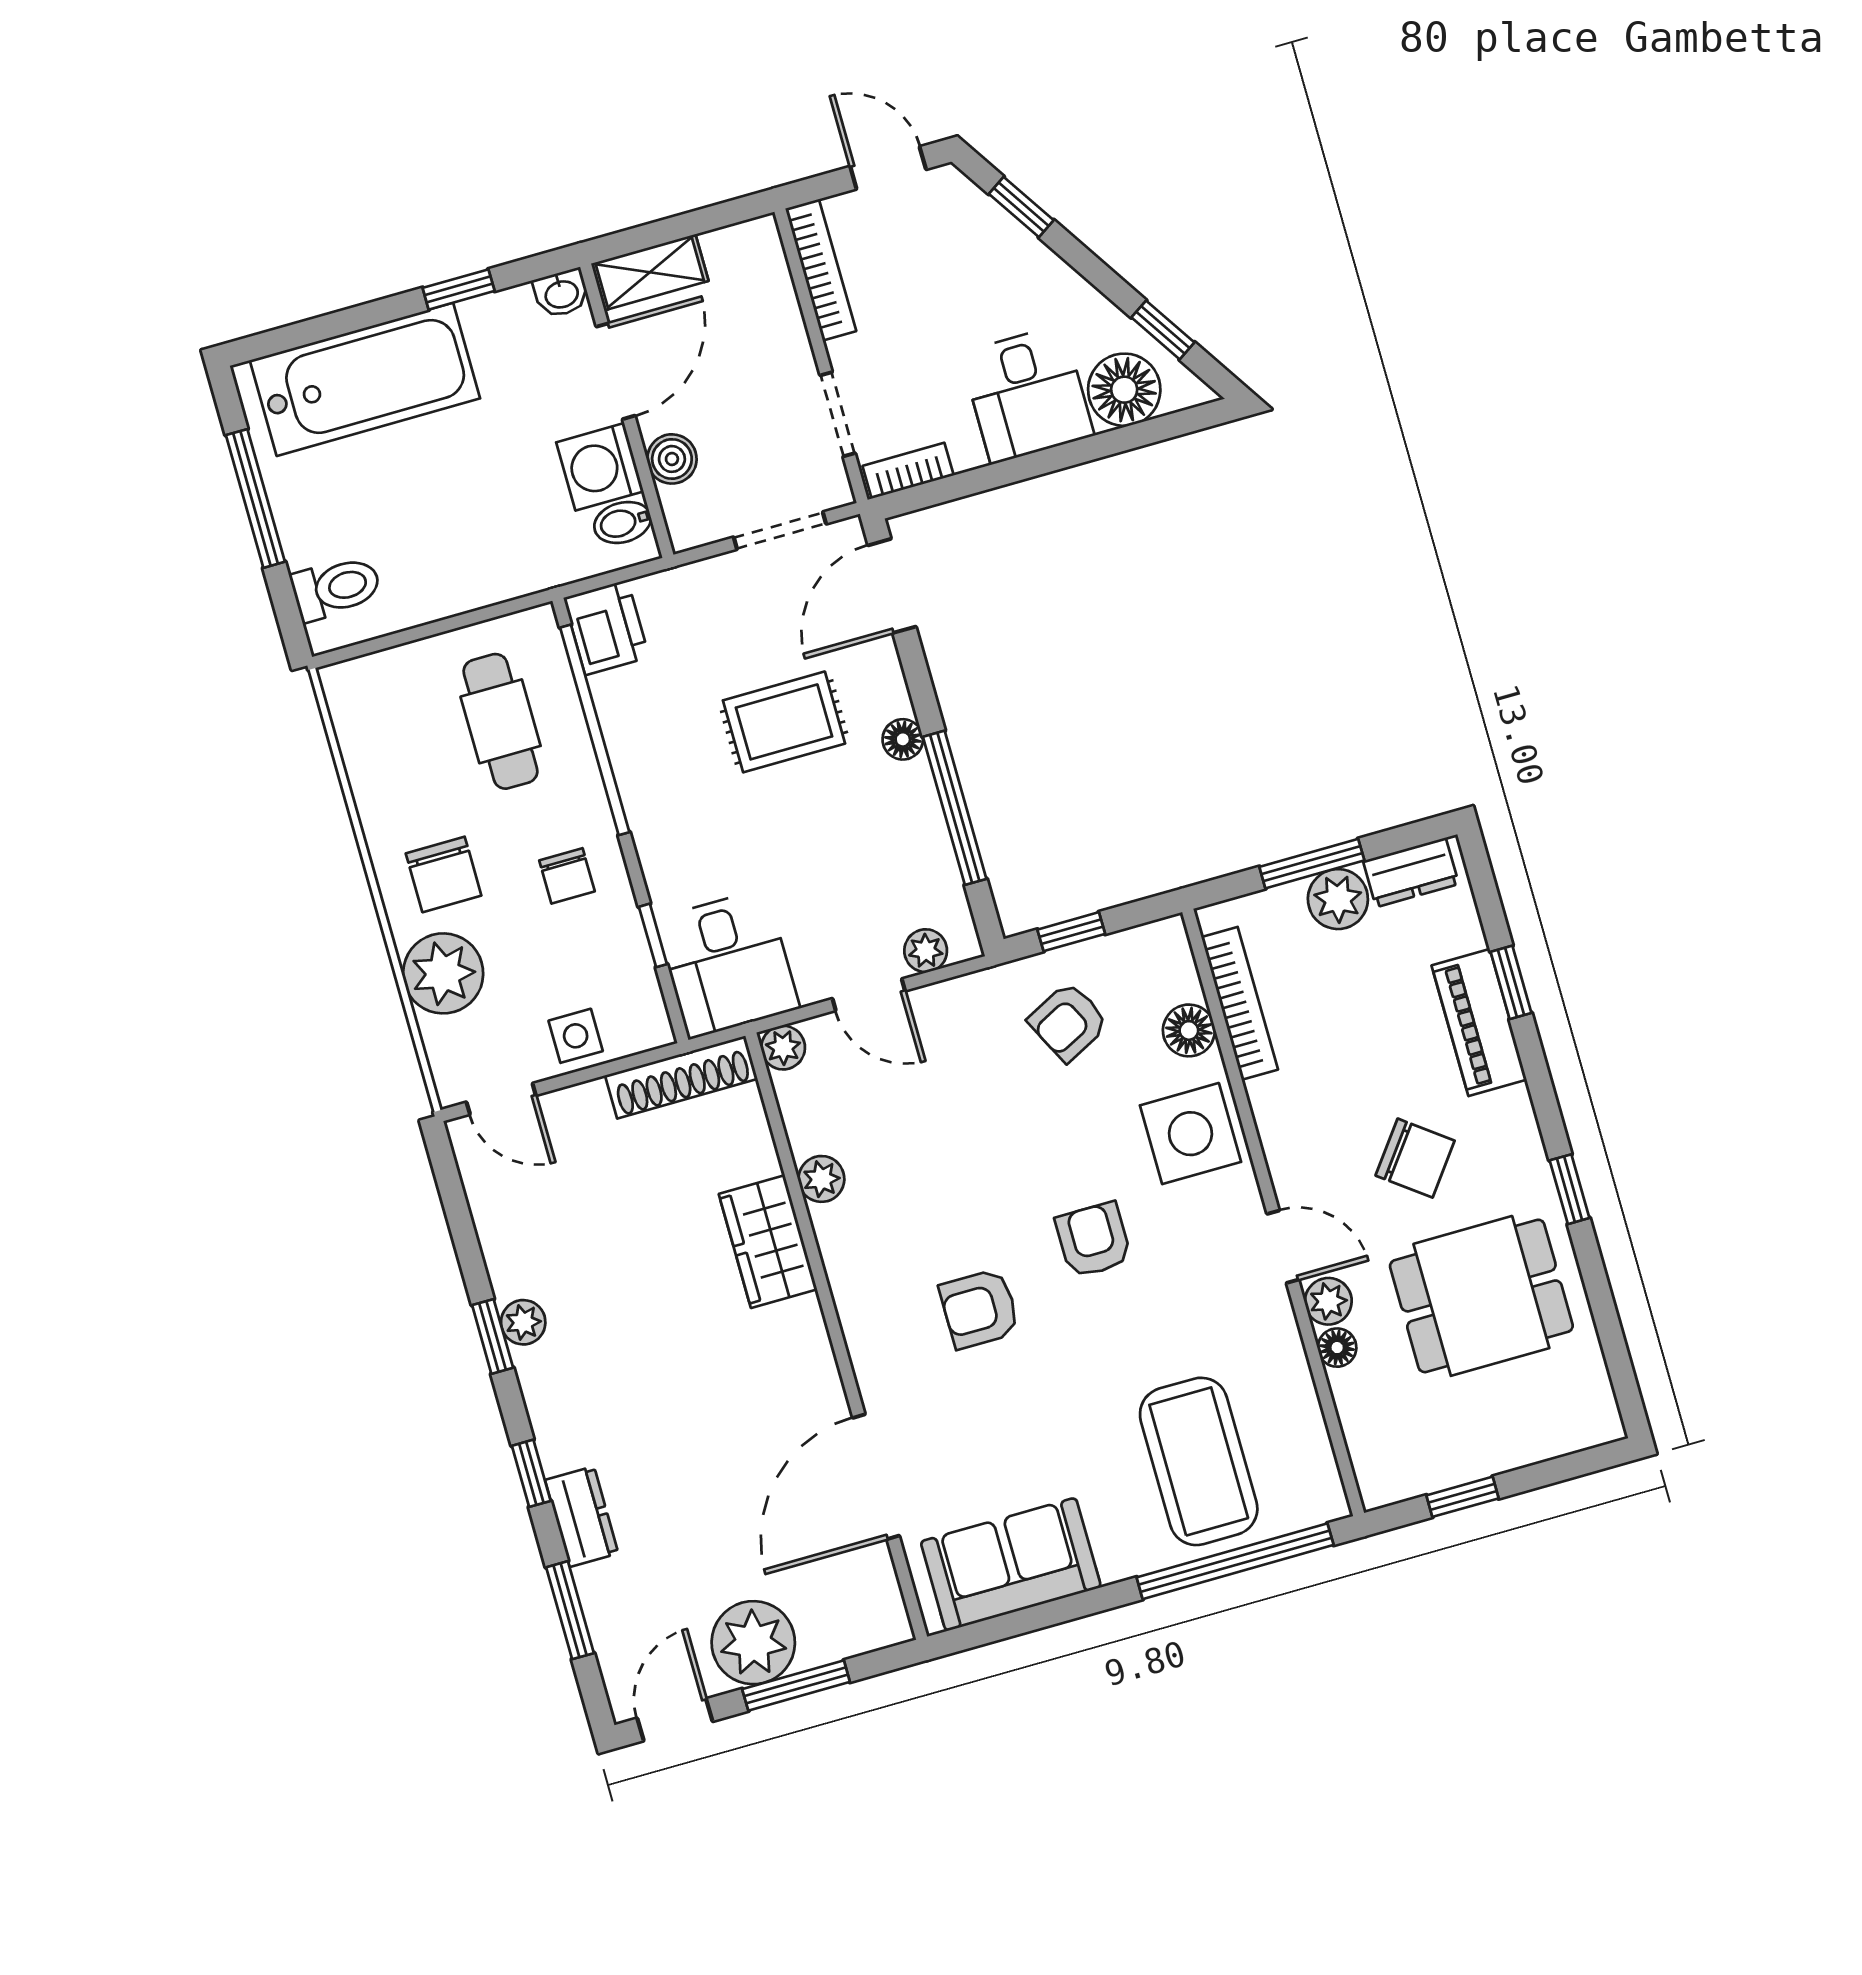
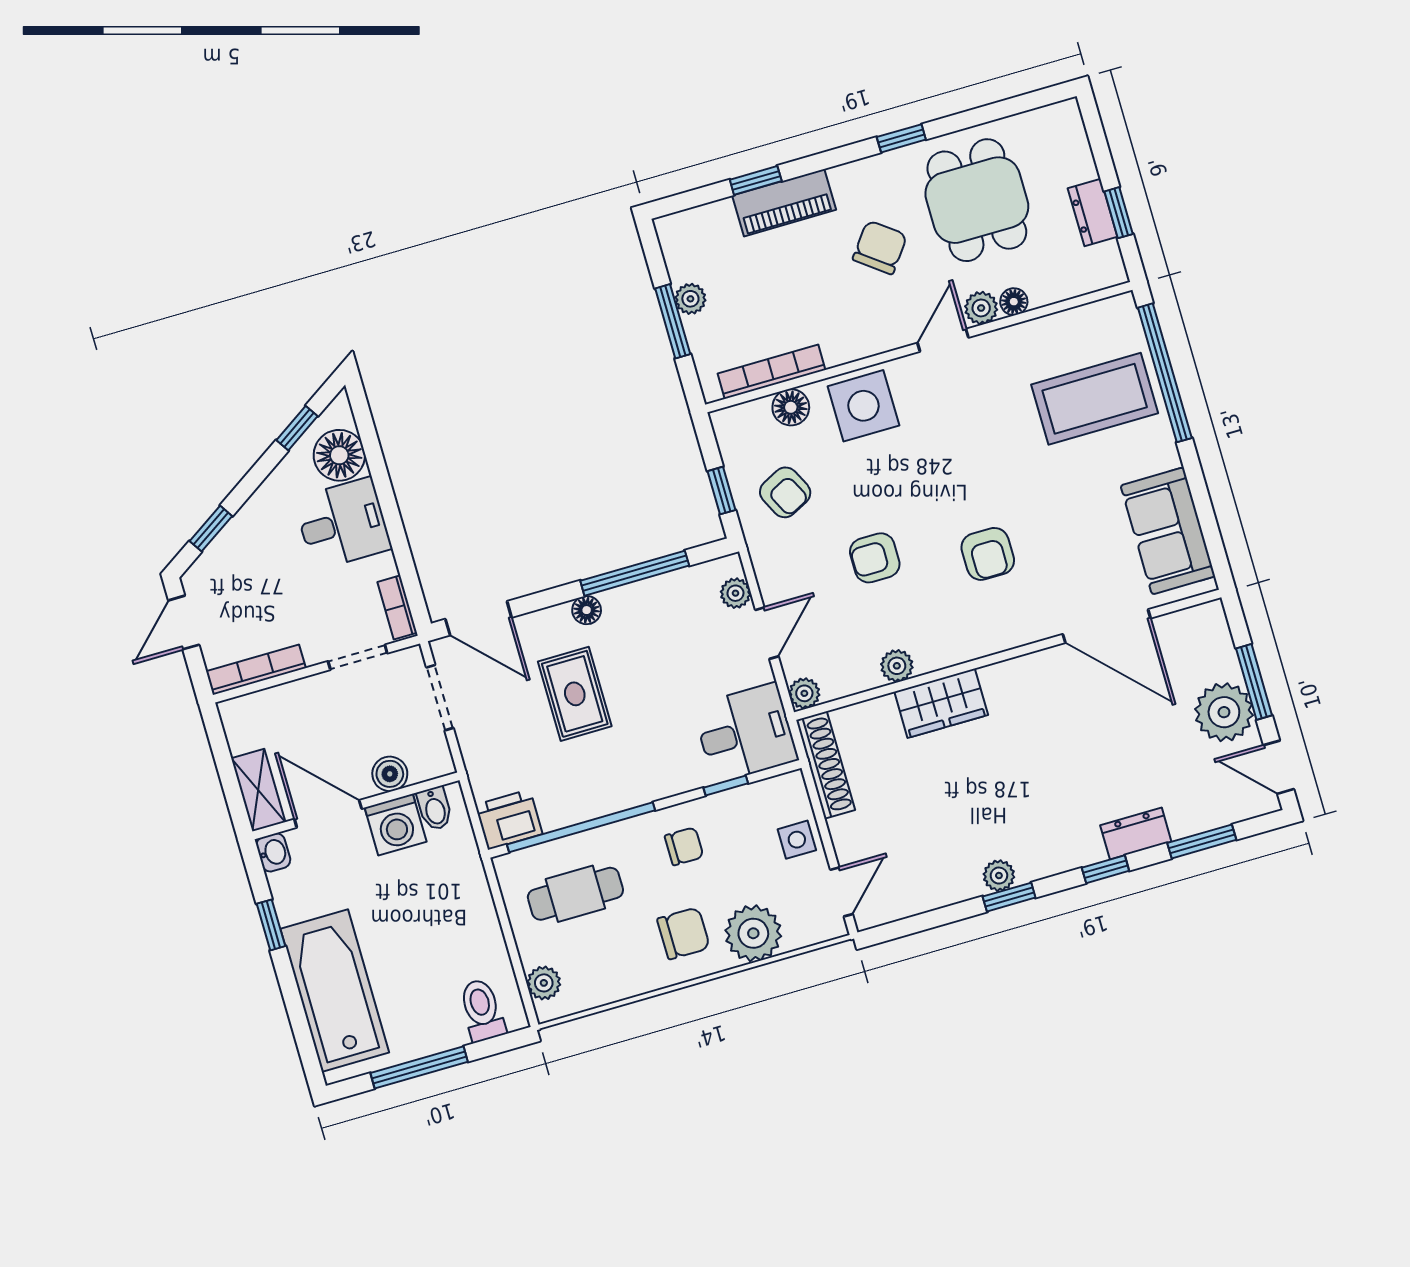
plant: (374, 676) -> (544, 983), added
dresser: (1411, 872) -> (1093, 213), moved, turned 180
plant: (1338, 899) -> (690, 299), width x0.73, depth x0.73
armchair: (1093, 1240) -> (875, 558), moved

